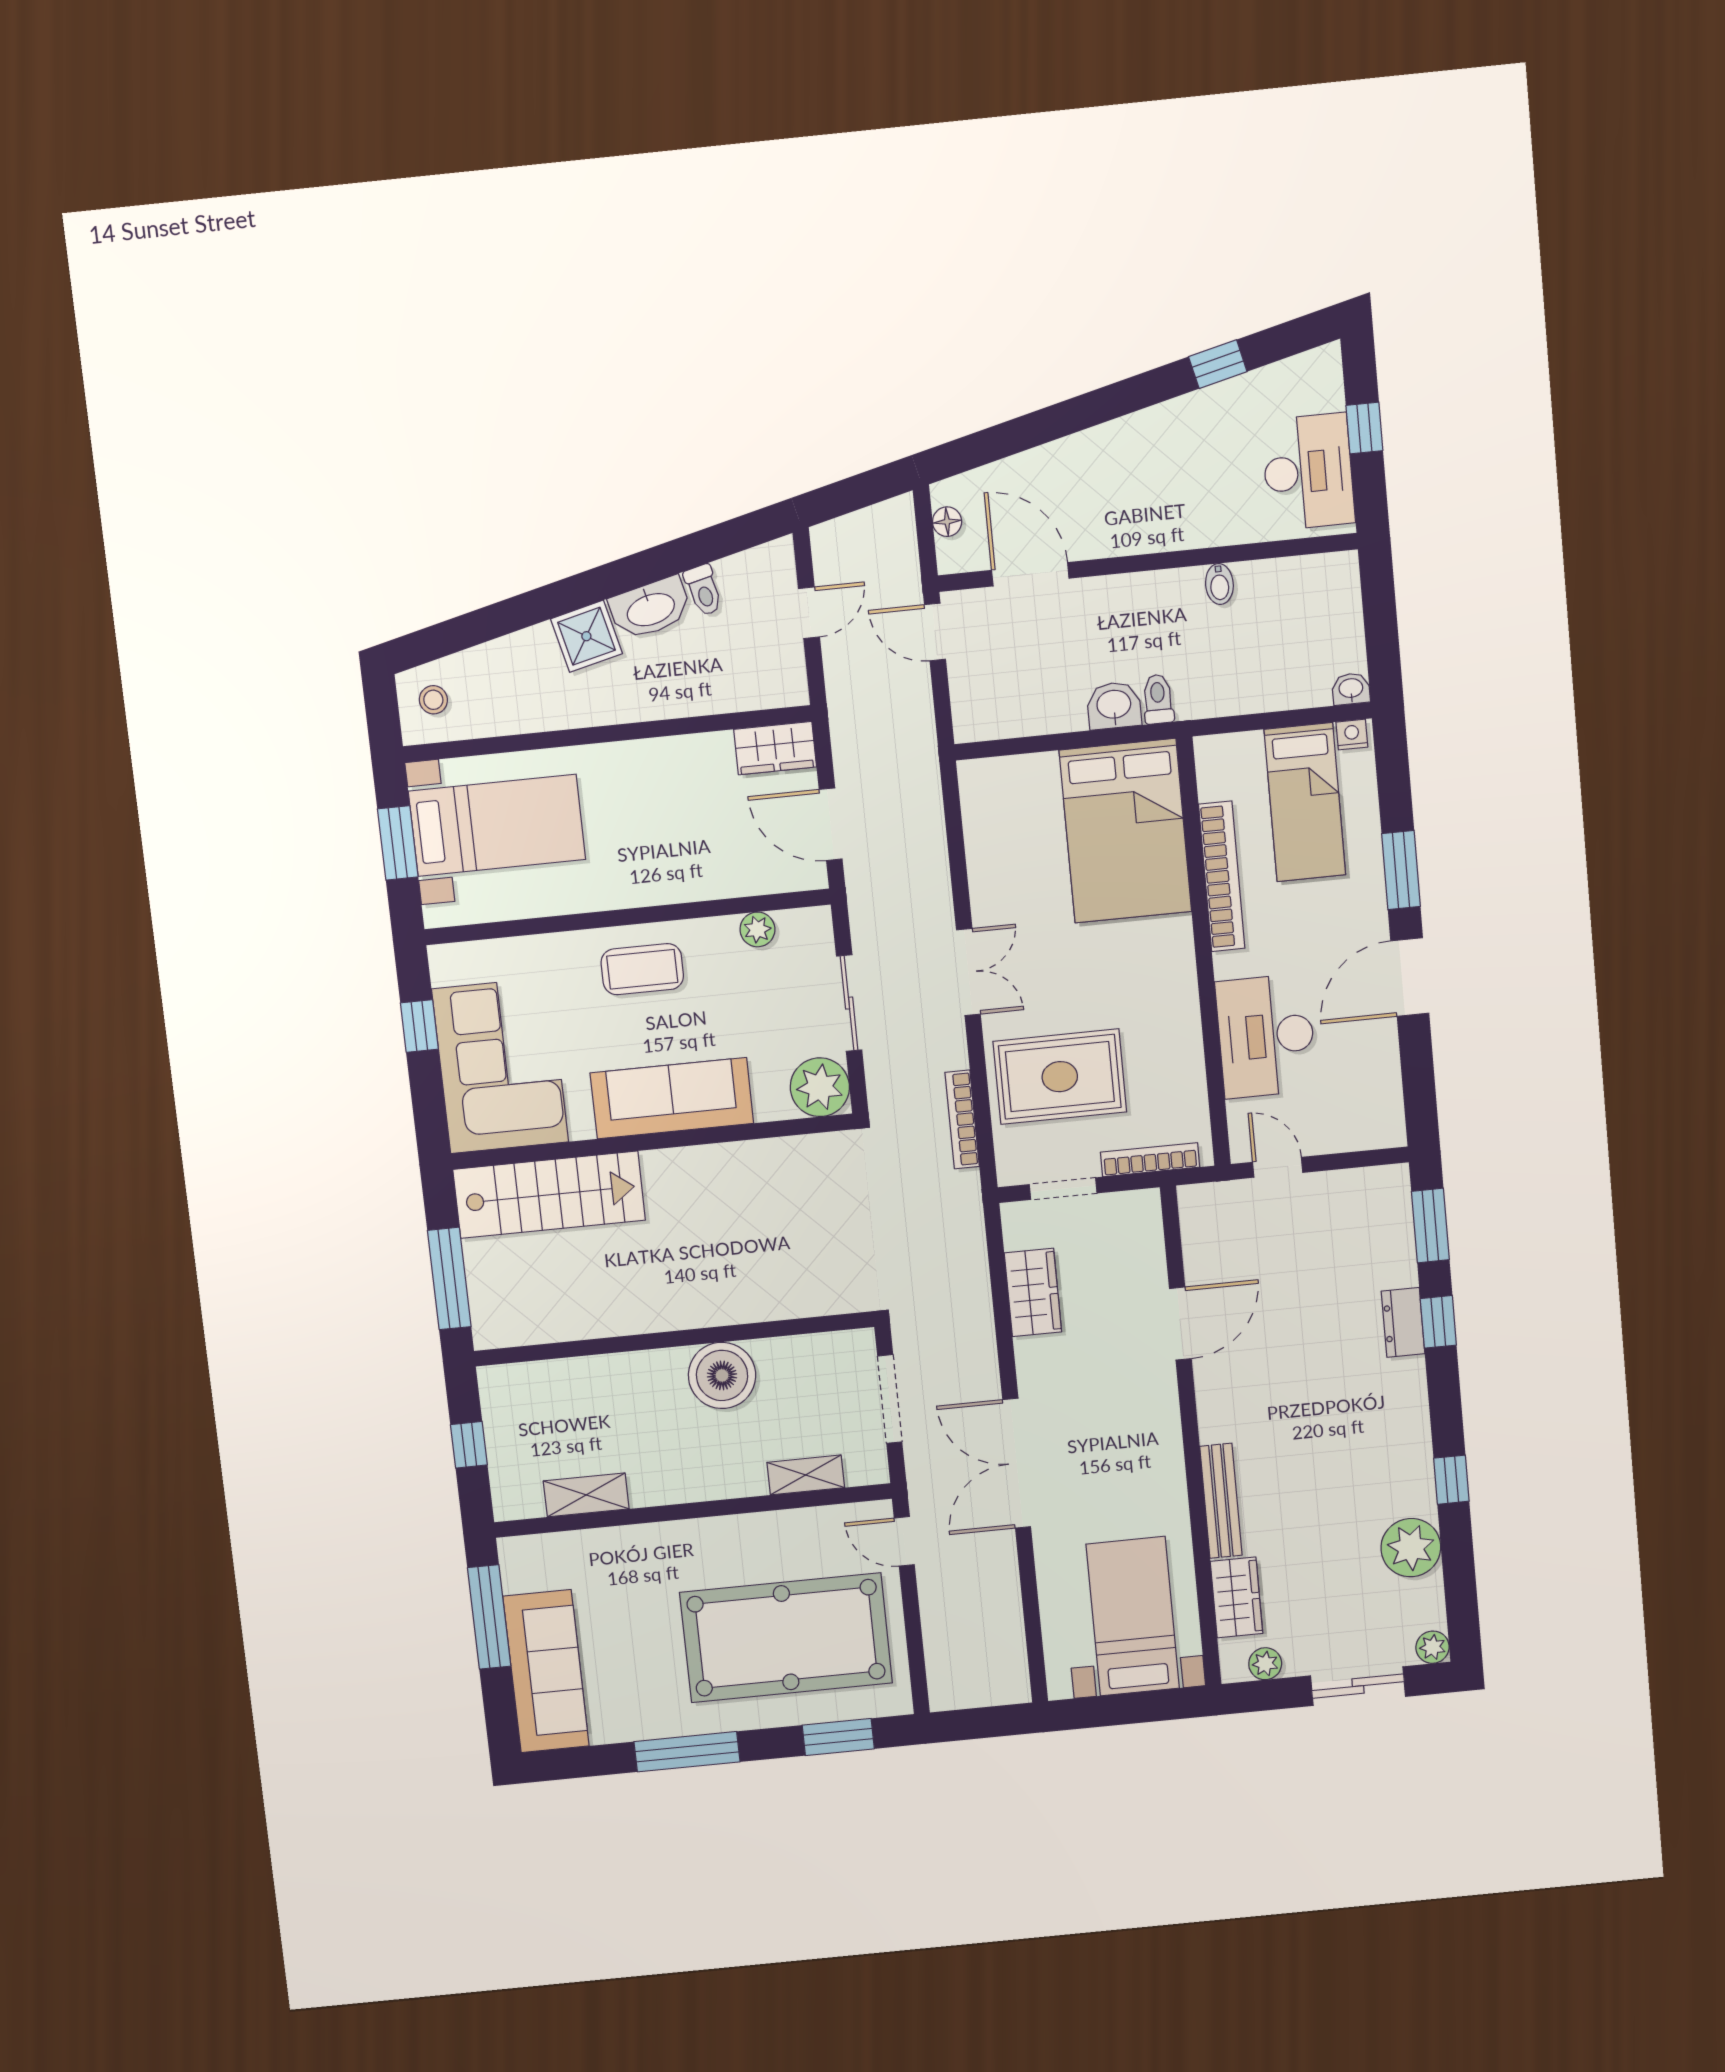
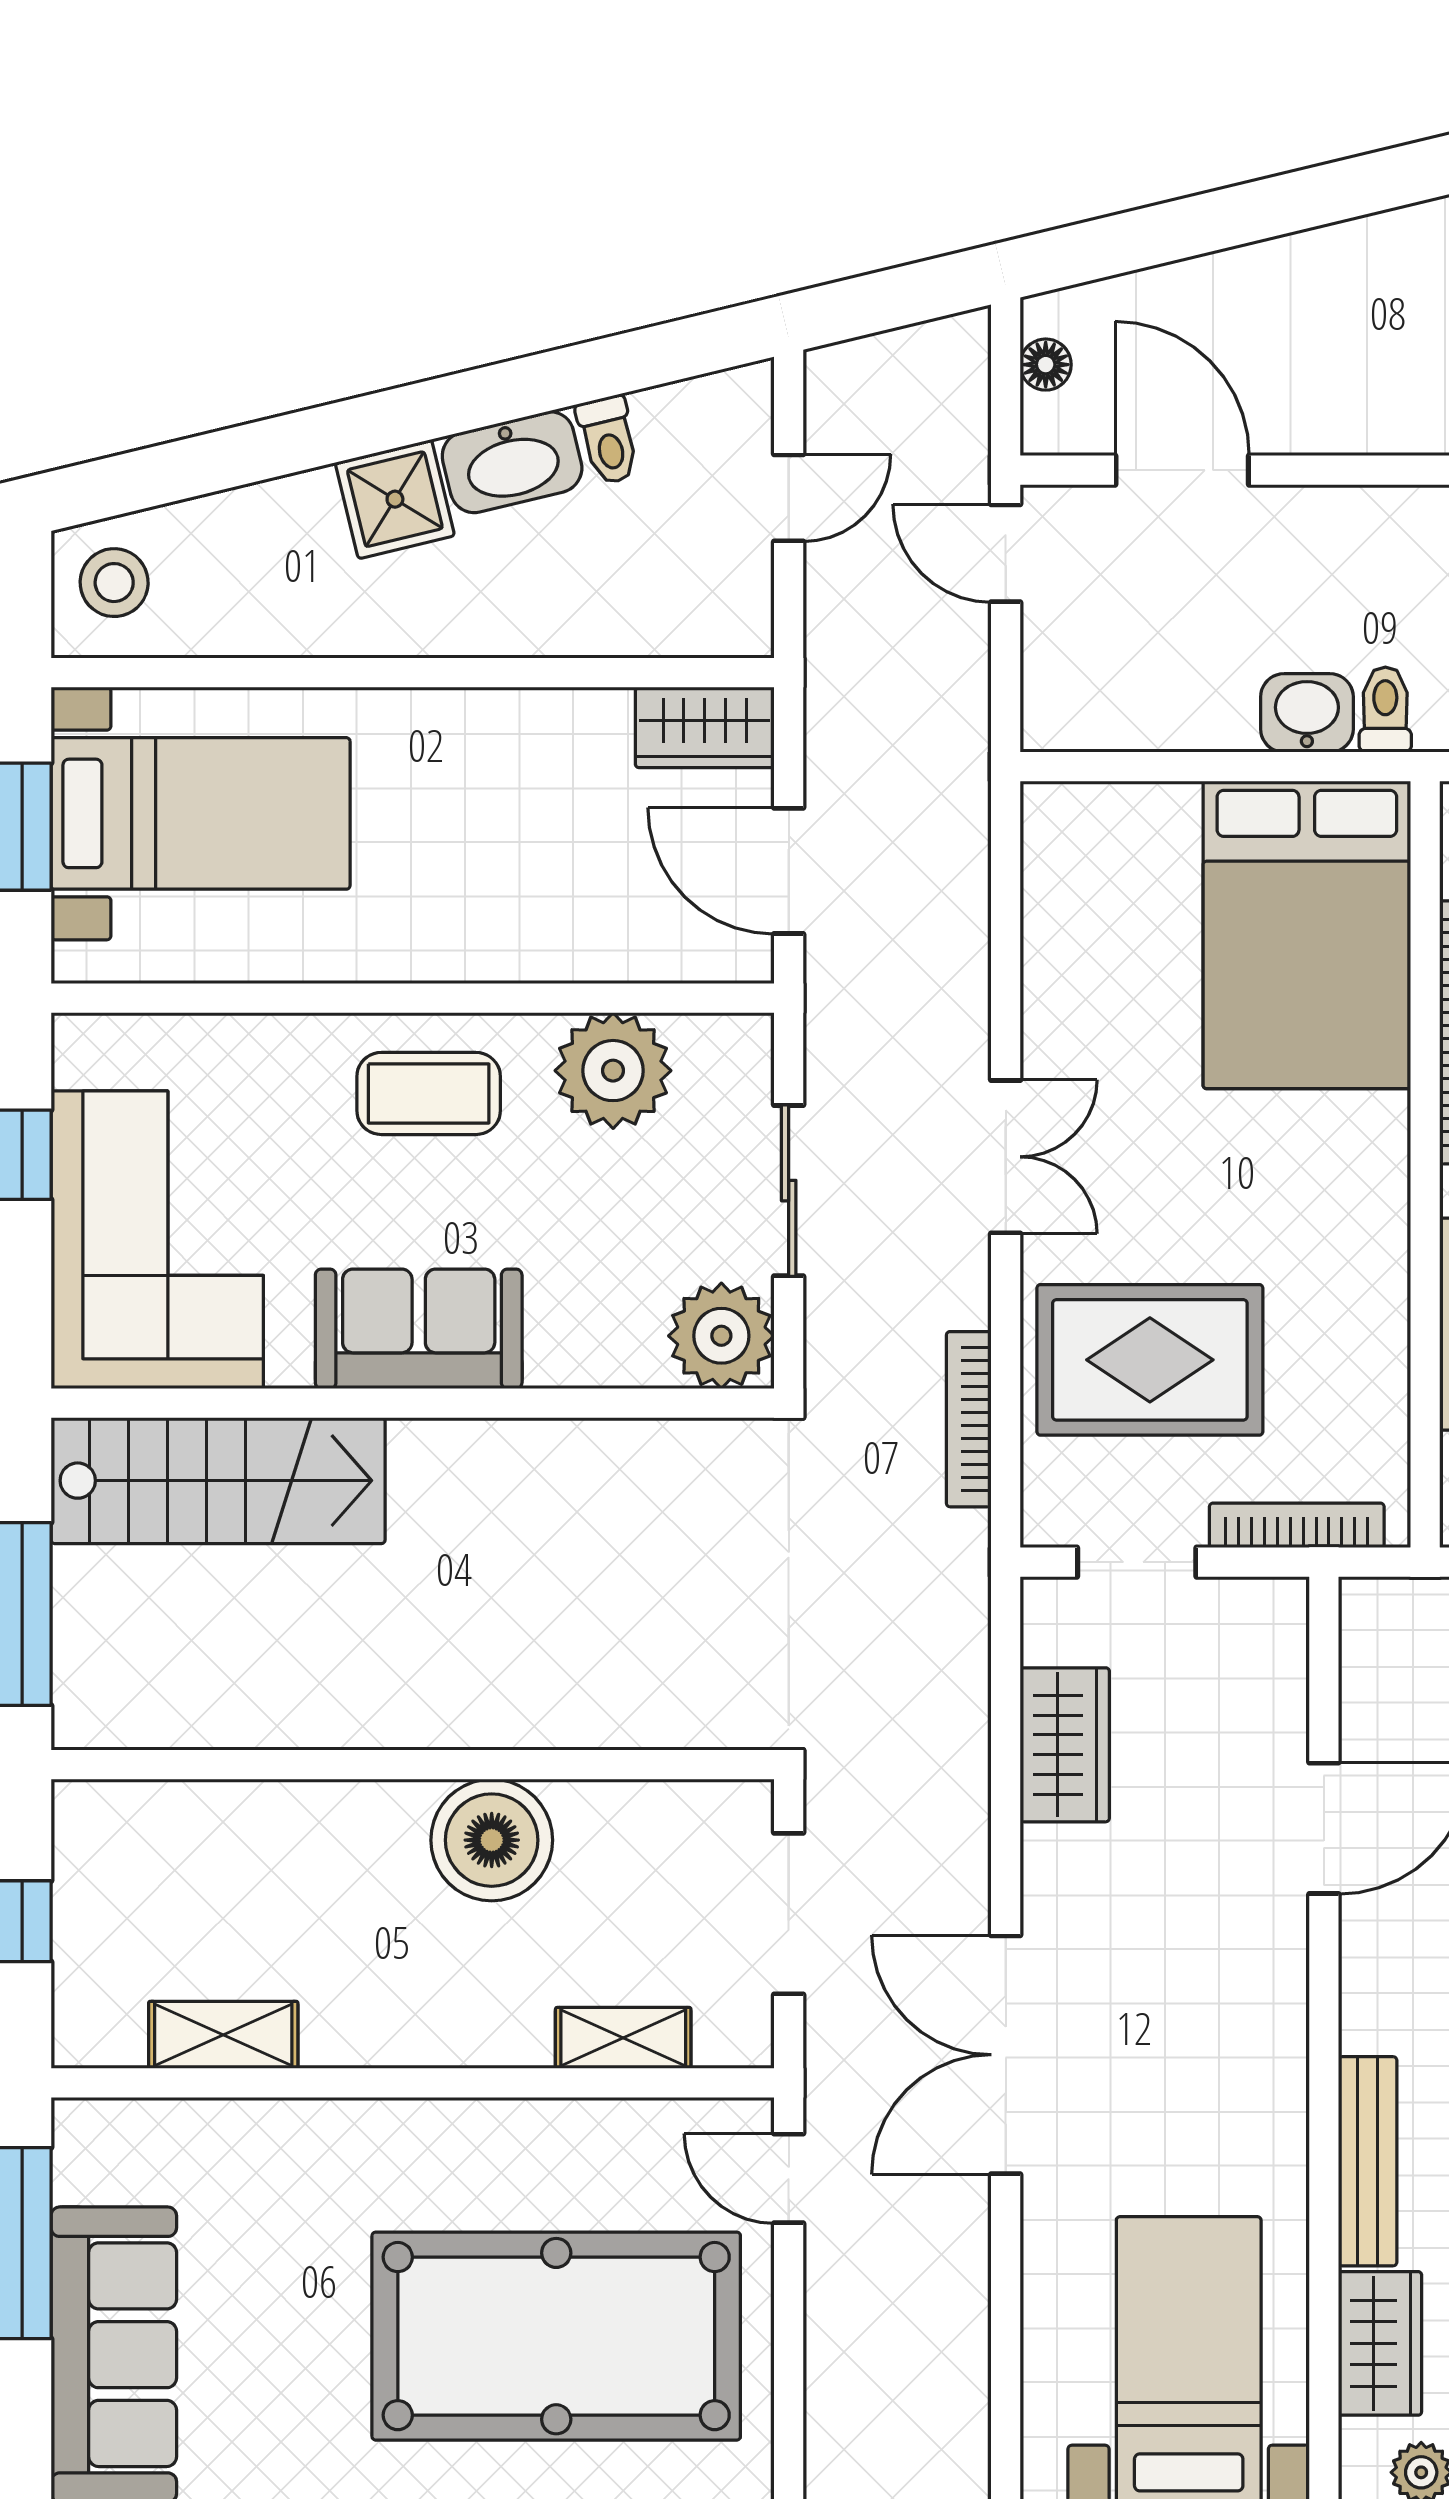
stool: (433, 700) -> (114, 583), width x1.37, depth x1.37
plant: (757, 929) -> (613, 1071), width x1.88, depth x1.88
sofa: (672, 1098) -> (419, 1329), width x0.73

